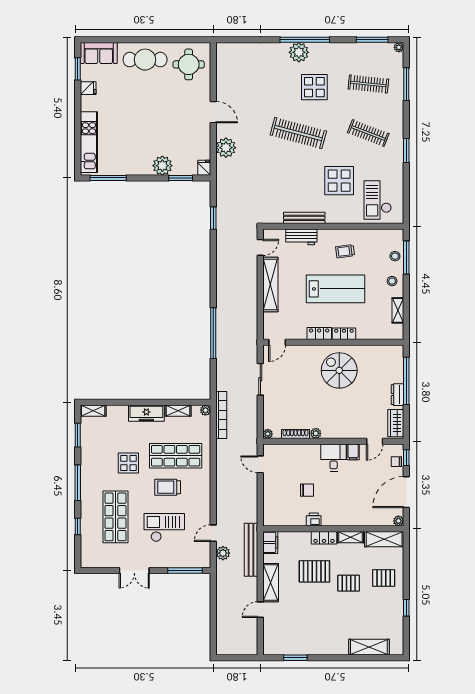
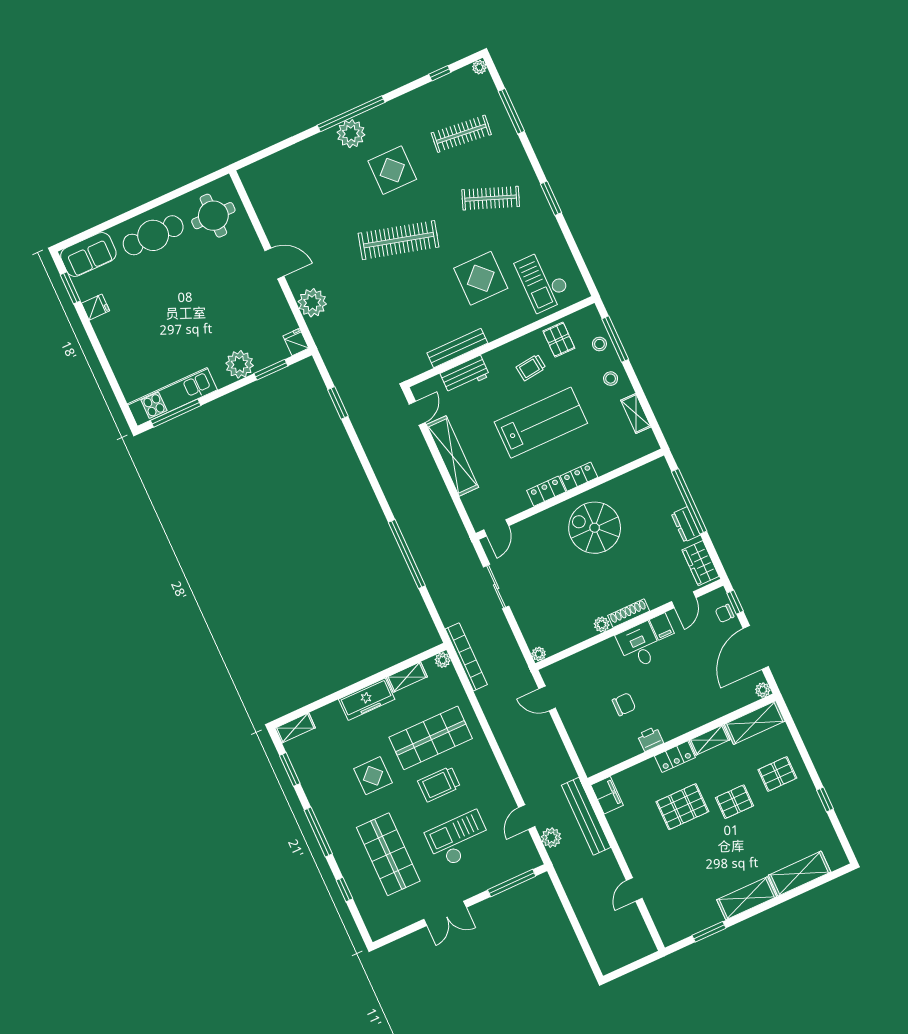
window: (372, 40) -> (440, 73), width x0.46
kitchen unit: (89, 142) -> (172, 397), moved, turned -90
pallet: (371, 242) -> (559, 340), added
shoe rack: (296, 434) -> (629, 613), moved
shelving: (271, 583) -> (747, 898), moved, turned 90

